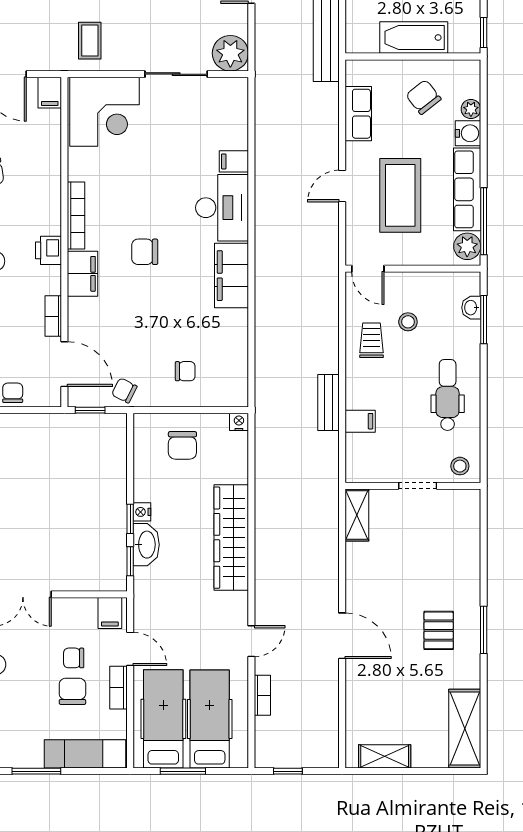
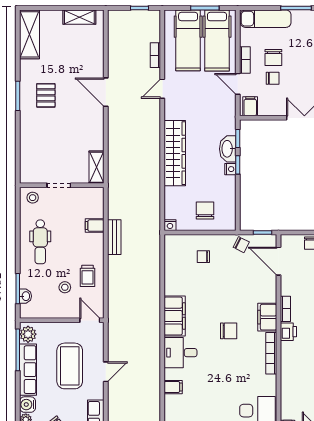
desk: (222, 208) -> (180, 353), width x0.73
bookcase: (53, 316) -> (285, 309), moved

